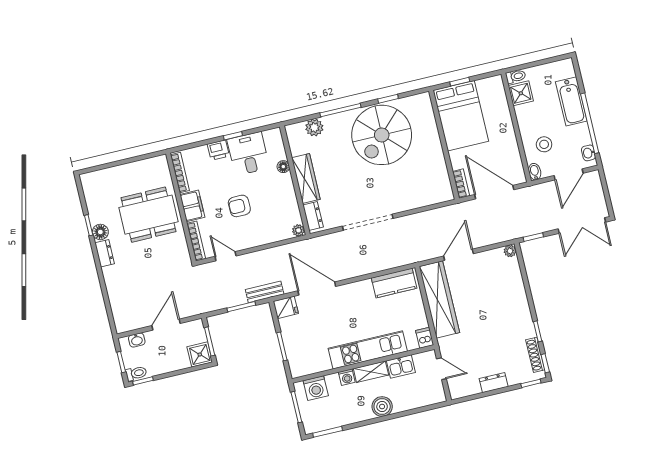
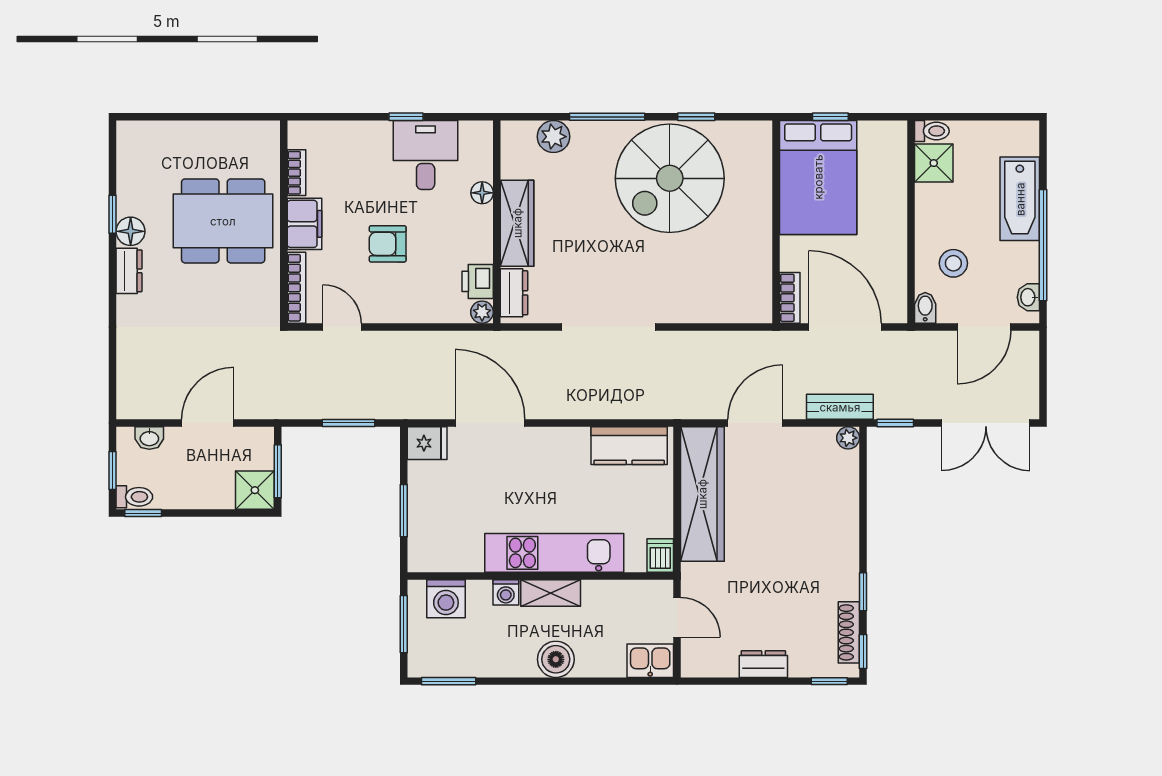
printer: (218, 150) -> (478, 281), moved, turned 90
bookcase: (180, 173) -> (296, 173), width x0.64
bench: (265, 292) -> (840, 407), moved
kitchen sink: (401, 367) -> (650, 661), moved, turned 180

